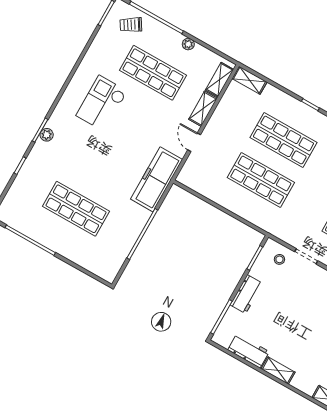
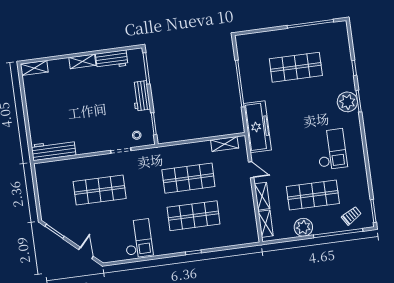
plant: (188, 44) -> (303, 227), width x1.88, depth x1.88
shelving: (249, 80) -> (225, 144), moved
plant: (47, 135) -> (347, 102), width x1.88, depth x1.88

